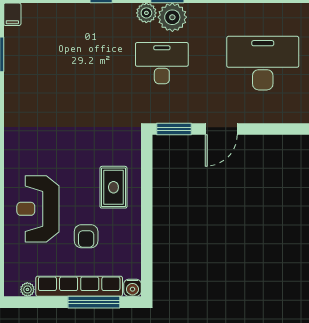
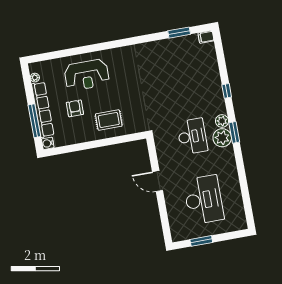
window: (174, 129) -> (152, 151), removed
reception desk: (38, 209) -> (87, 75), turned 180
armchair: (86, 236) -> (75, 108), turned 90

